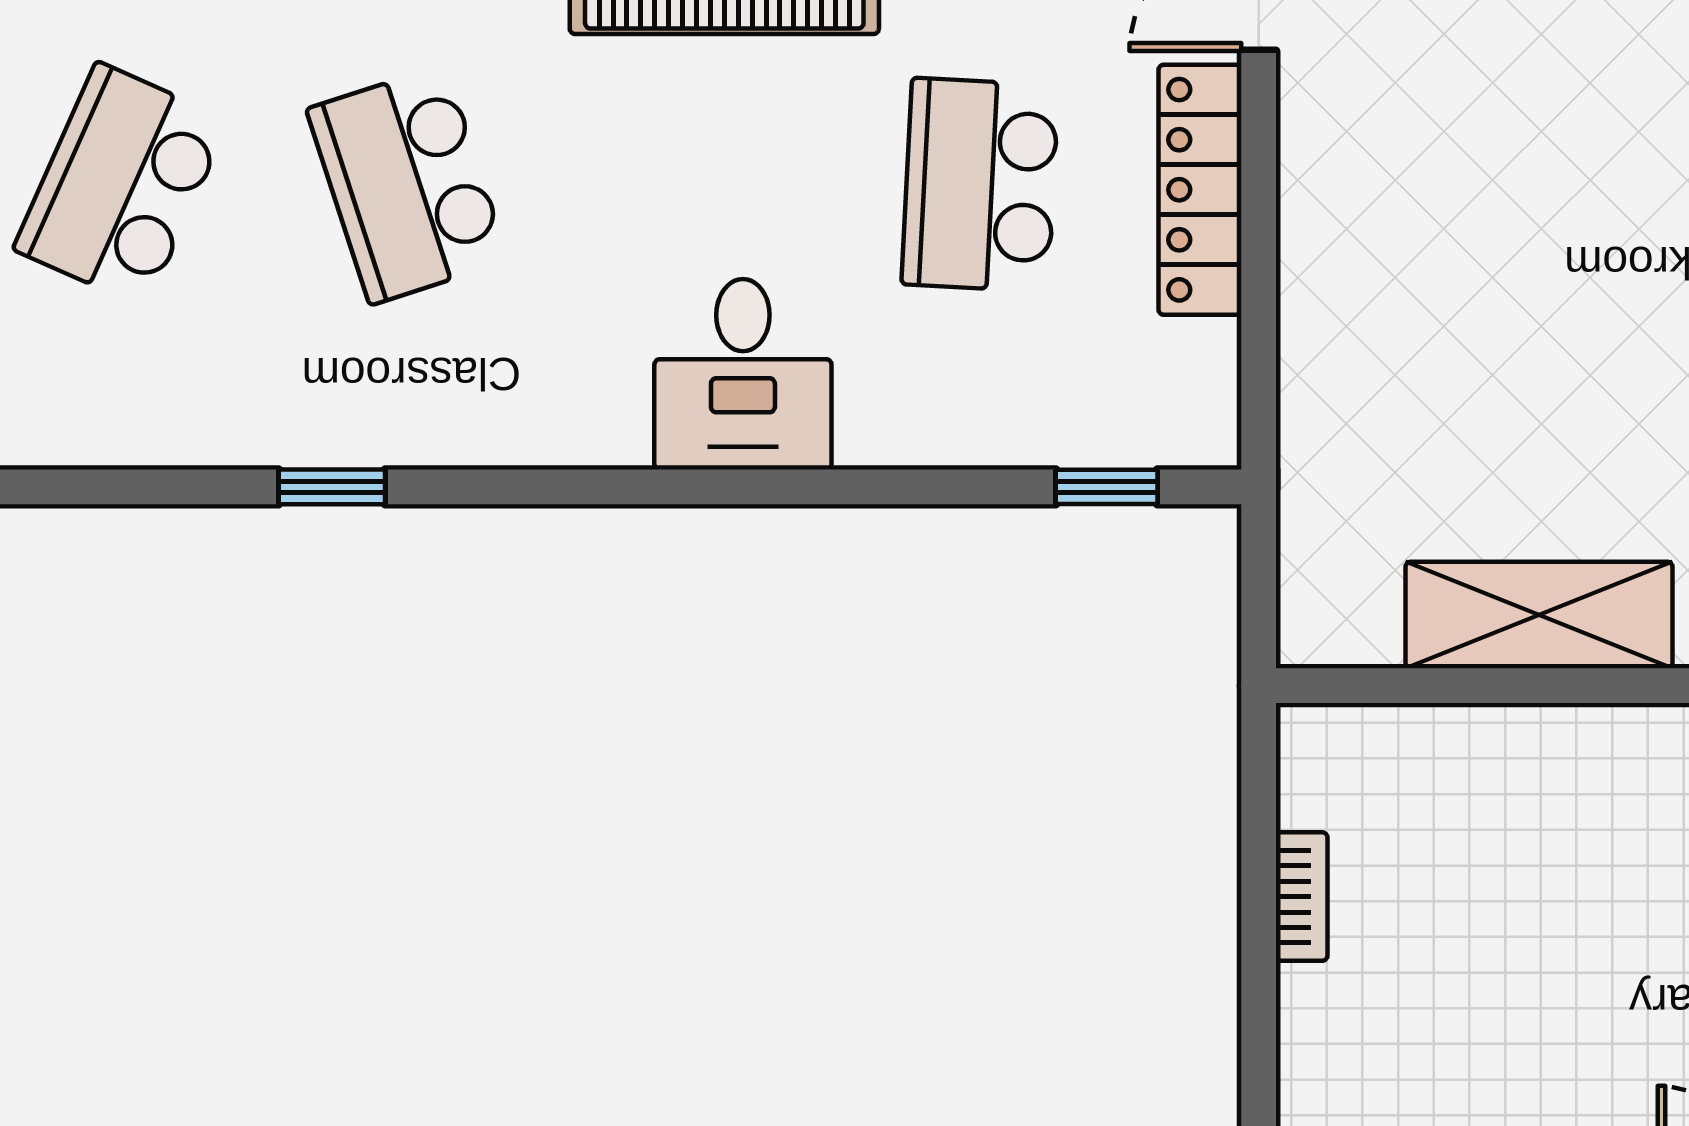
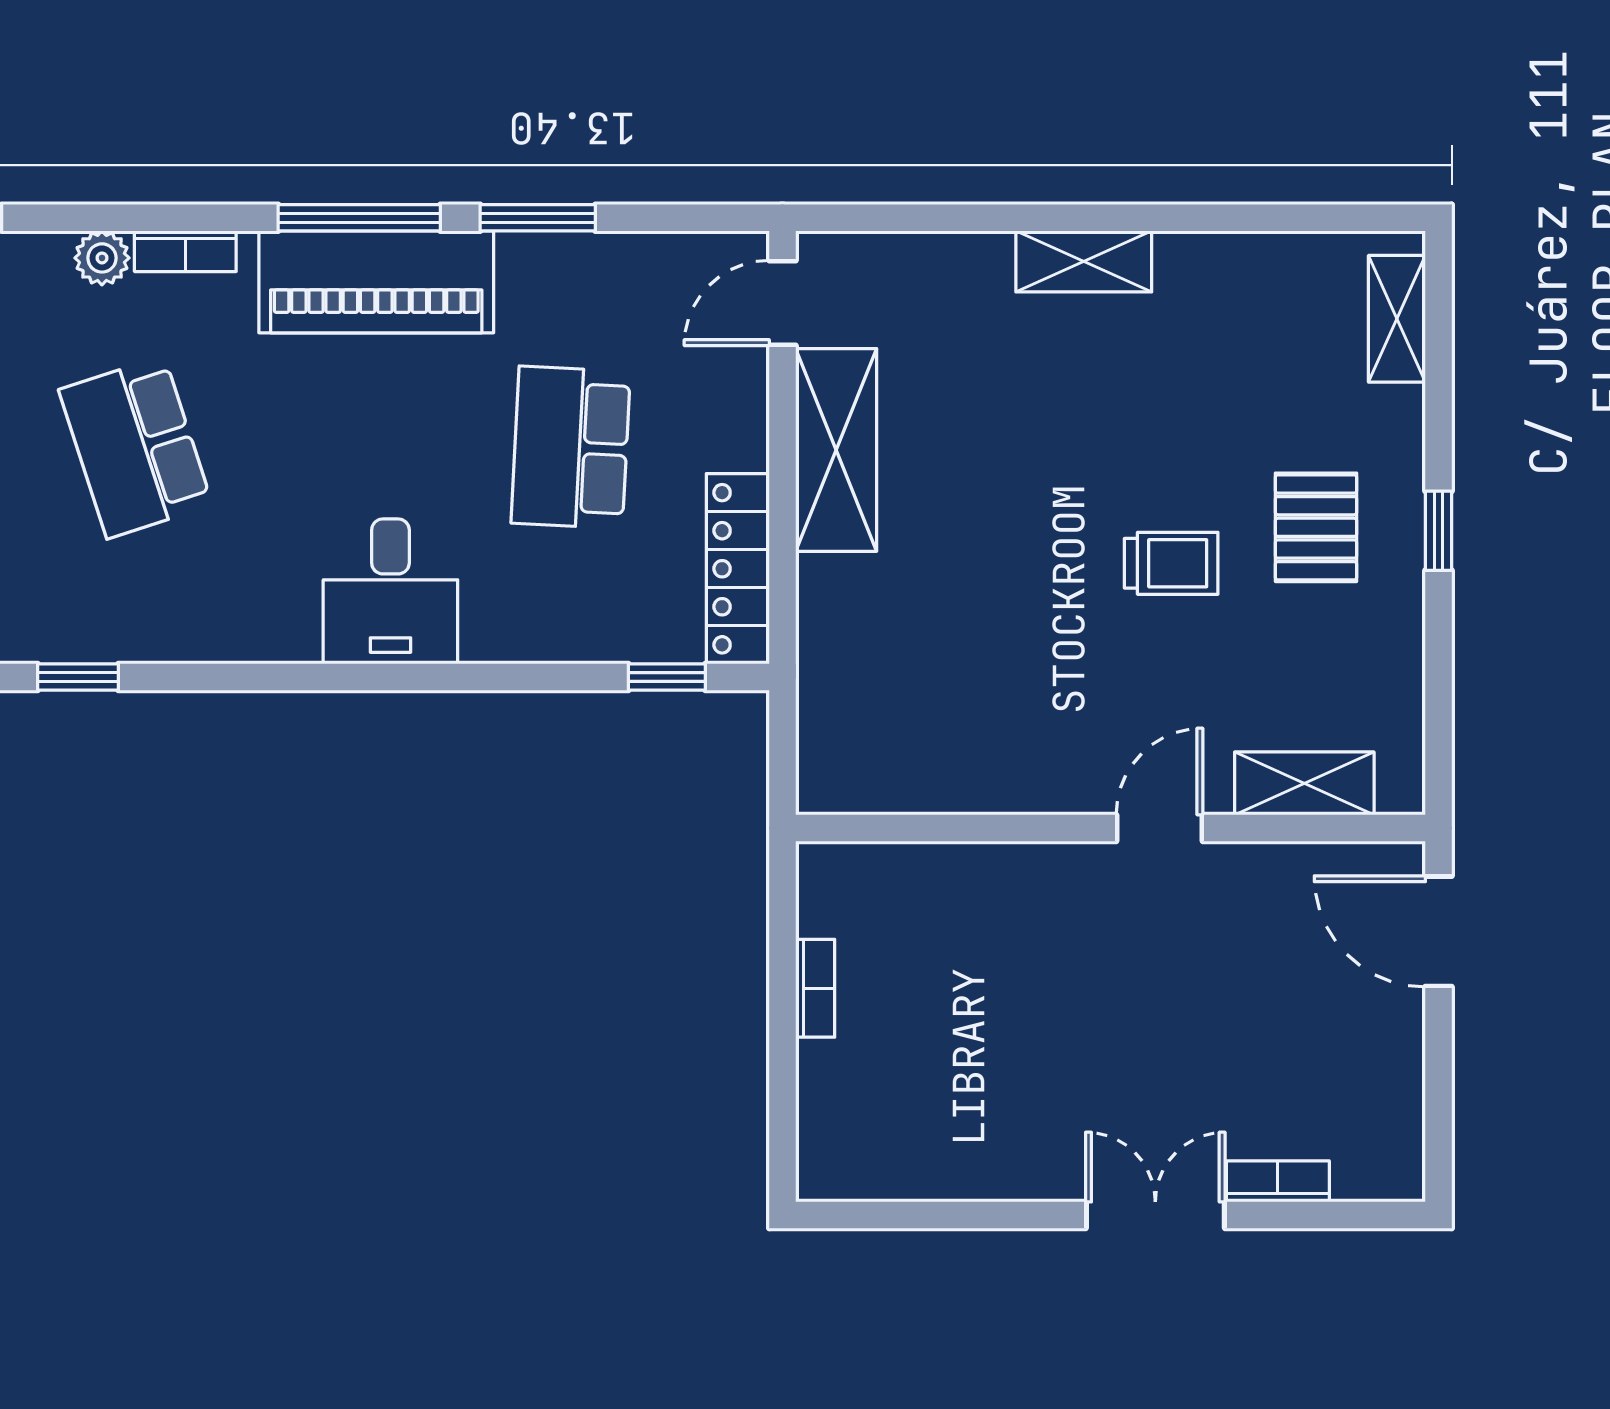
locker: (1200, 190) -> (738, 569), moved
shelving: (1539, 615) -> (836, 450), moved, turned 90

